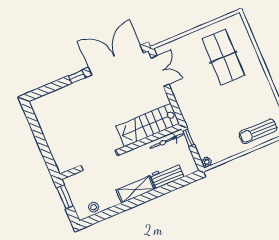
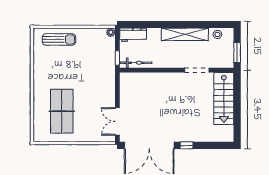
stairs: (148, 125) -> (224, 99), moved, turned 90
doorway: (99, 160) -> (197, 70), width x0.73
workbench: (167, 176) -> (133, 35), moved
shelving: (136, 189) -> (185, 34), width x1.47

